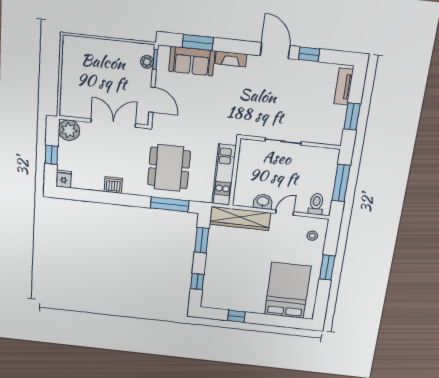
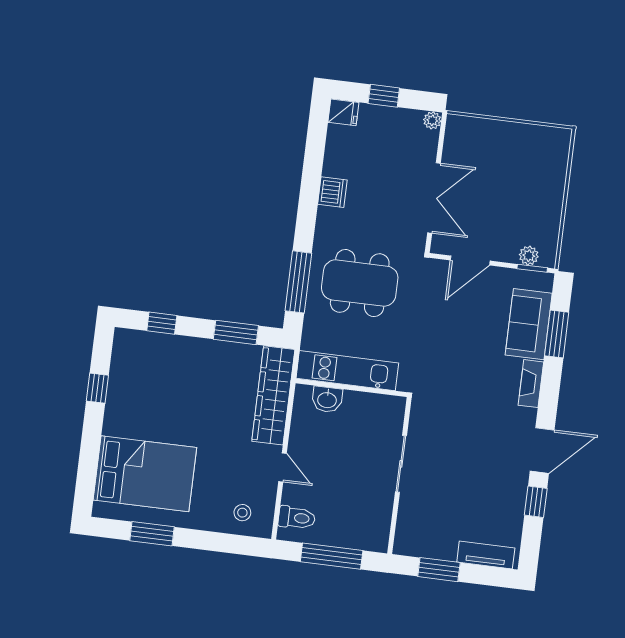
plant: (69, 130) -> (432, 120), width x0.53, depth x0.53
washbasin: (263, 202) -> (327, 399), moved, turned 90
window: (327, 267) -> (152, 534), moved

